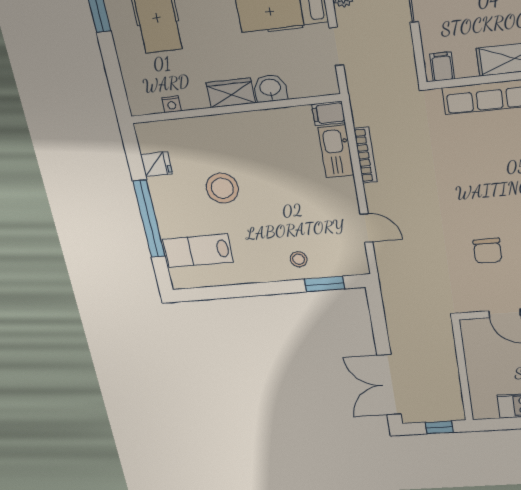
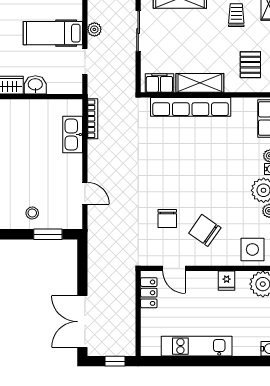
filing cabinet: (442, 67) -> (159, 83), width x2.00
filing cabinet: (328, 113) -> (72, 107), removed
bookcase: (366, 155) -> (93, 119), moved
locker: (474, 345) -> (149, 293), added

